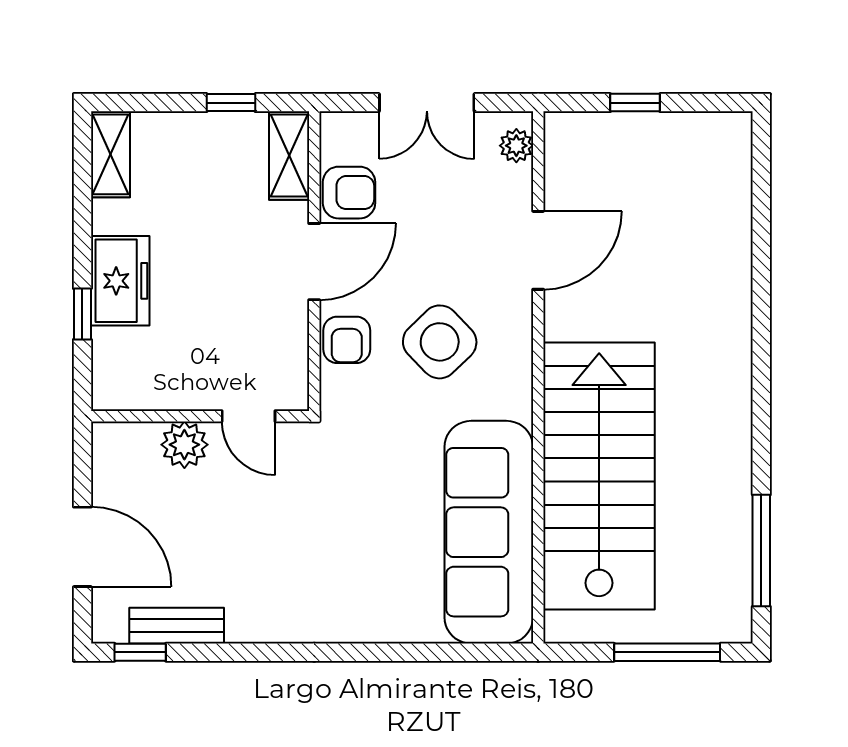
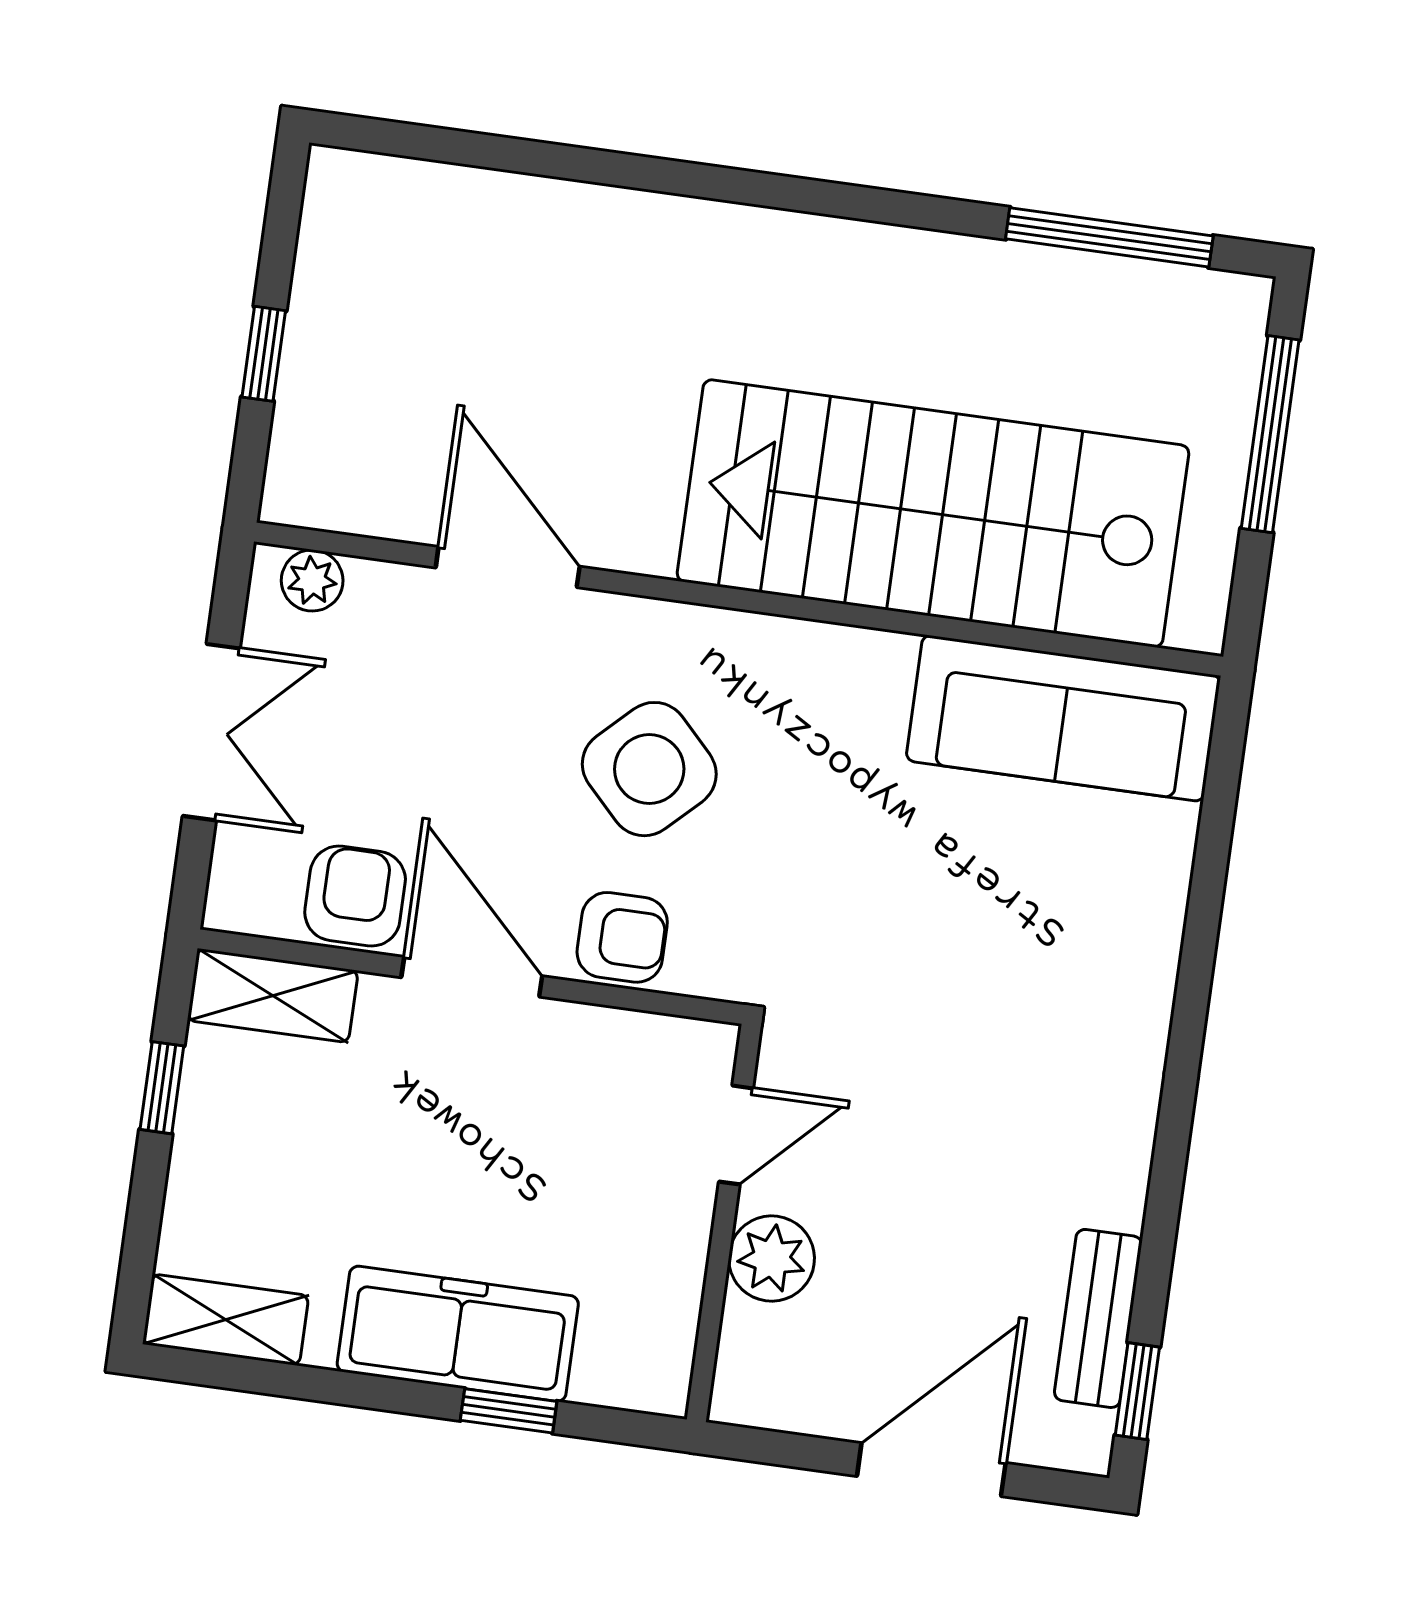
freezer: (120, 281) -> (458, 1334), width x1.40
sofa: (489, 532) -> (1063, 718), width x0.74, depth x0.79

